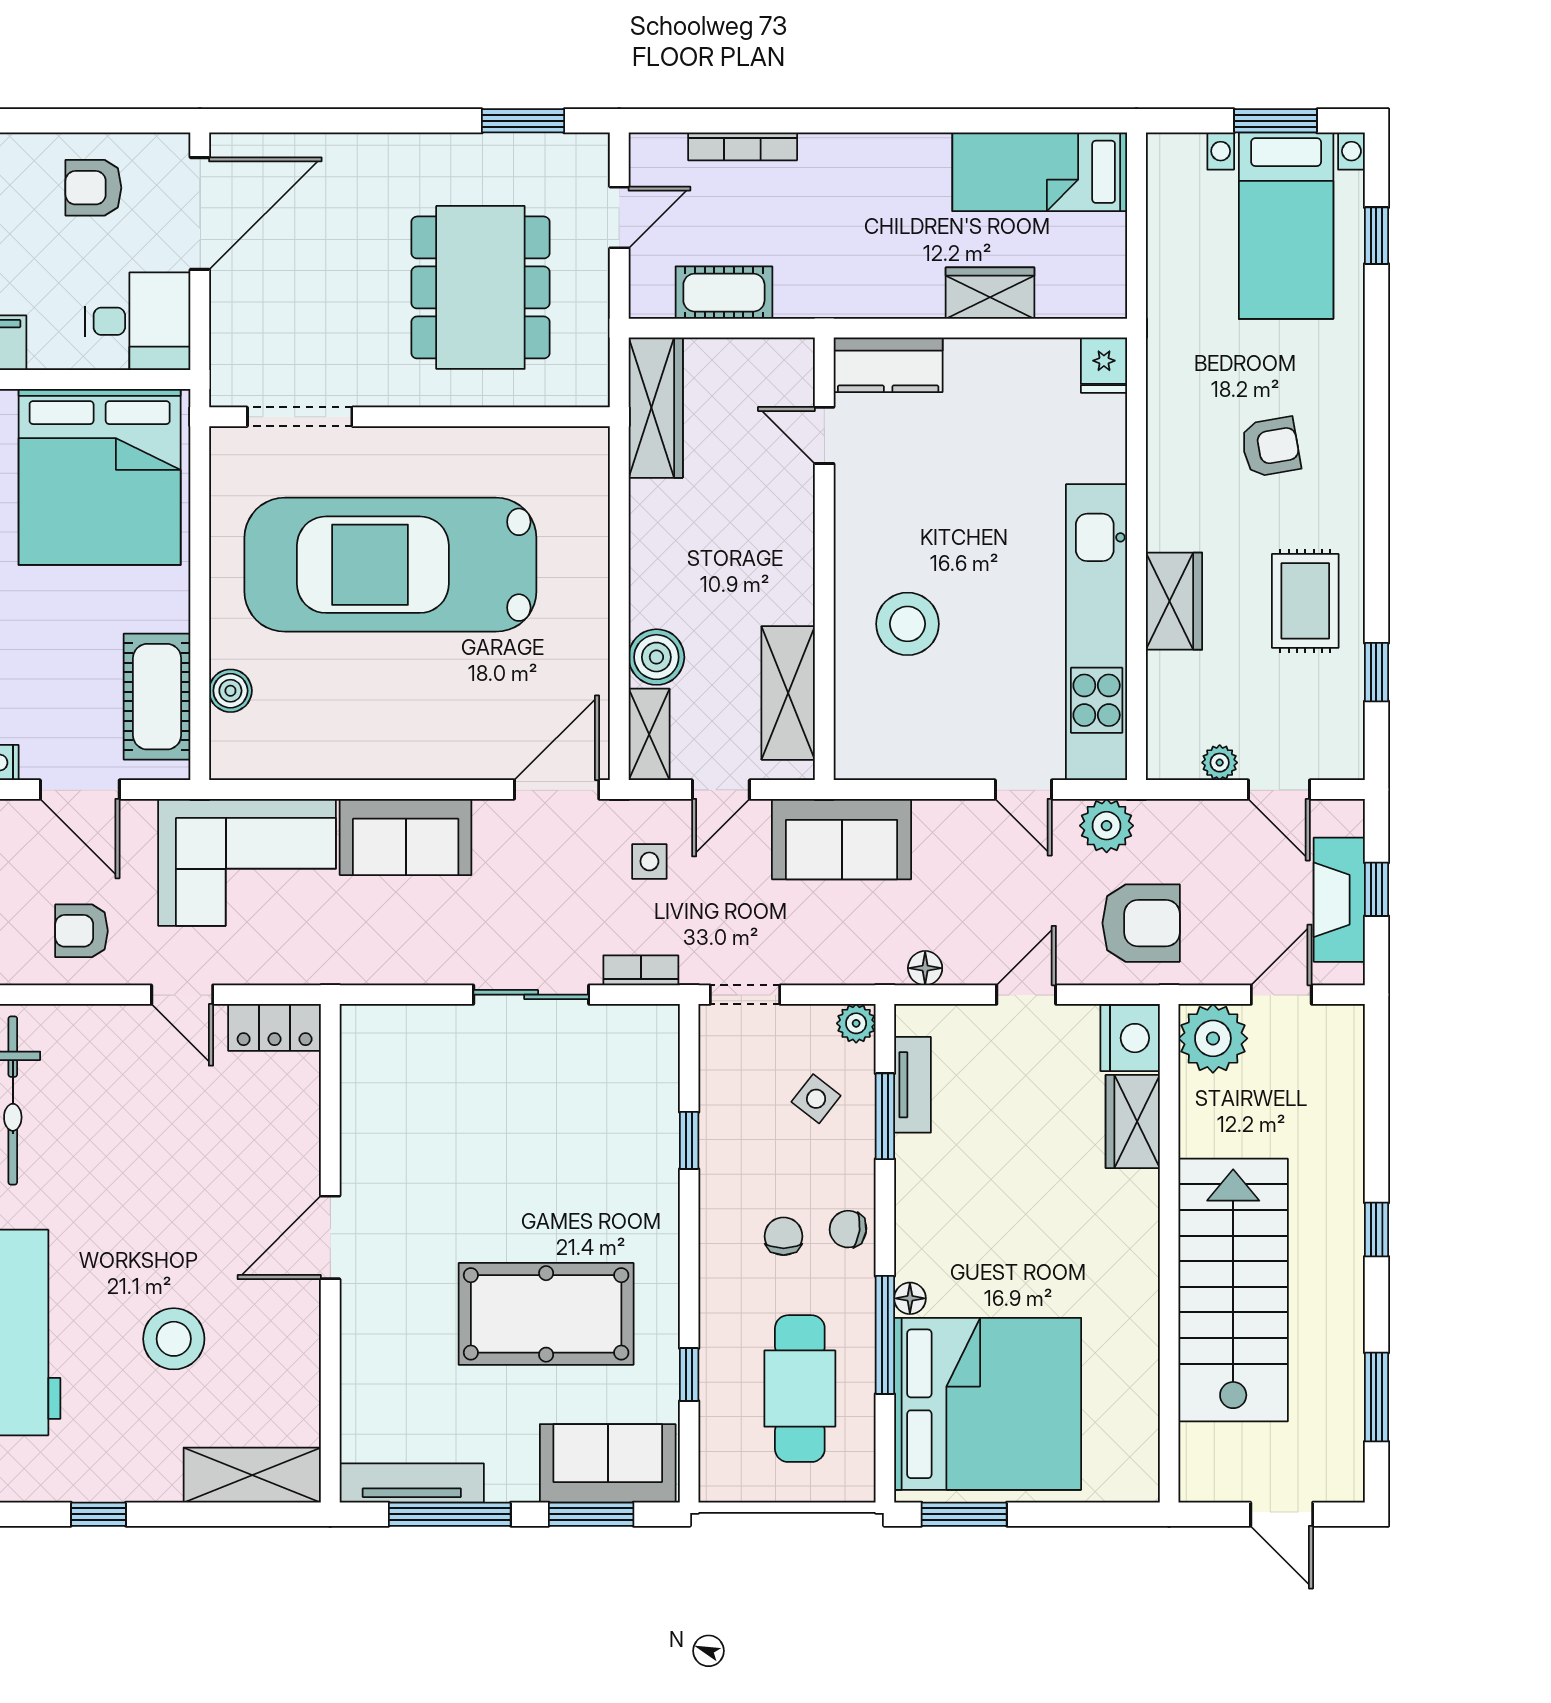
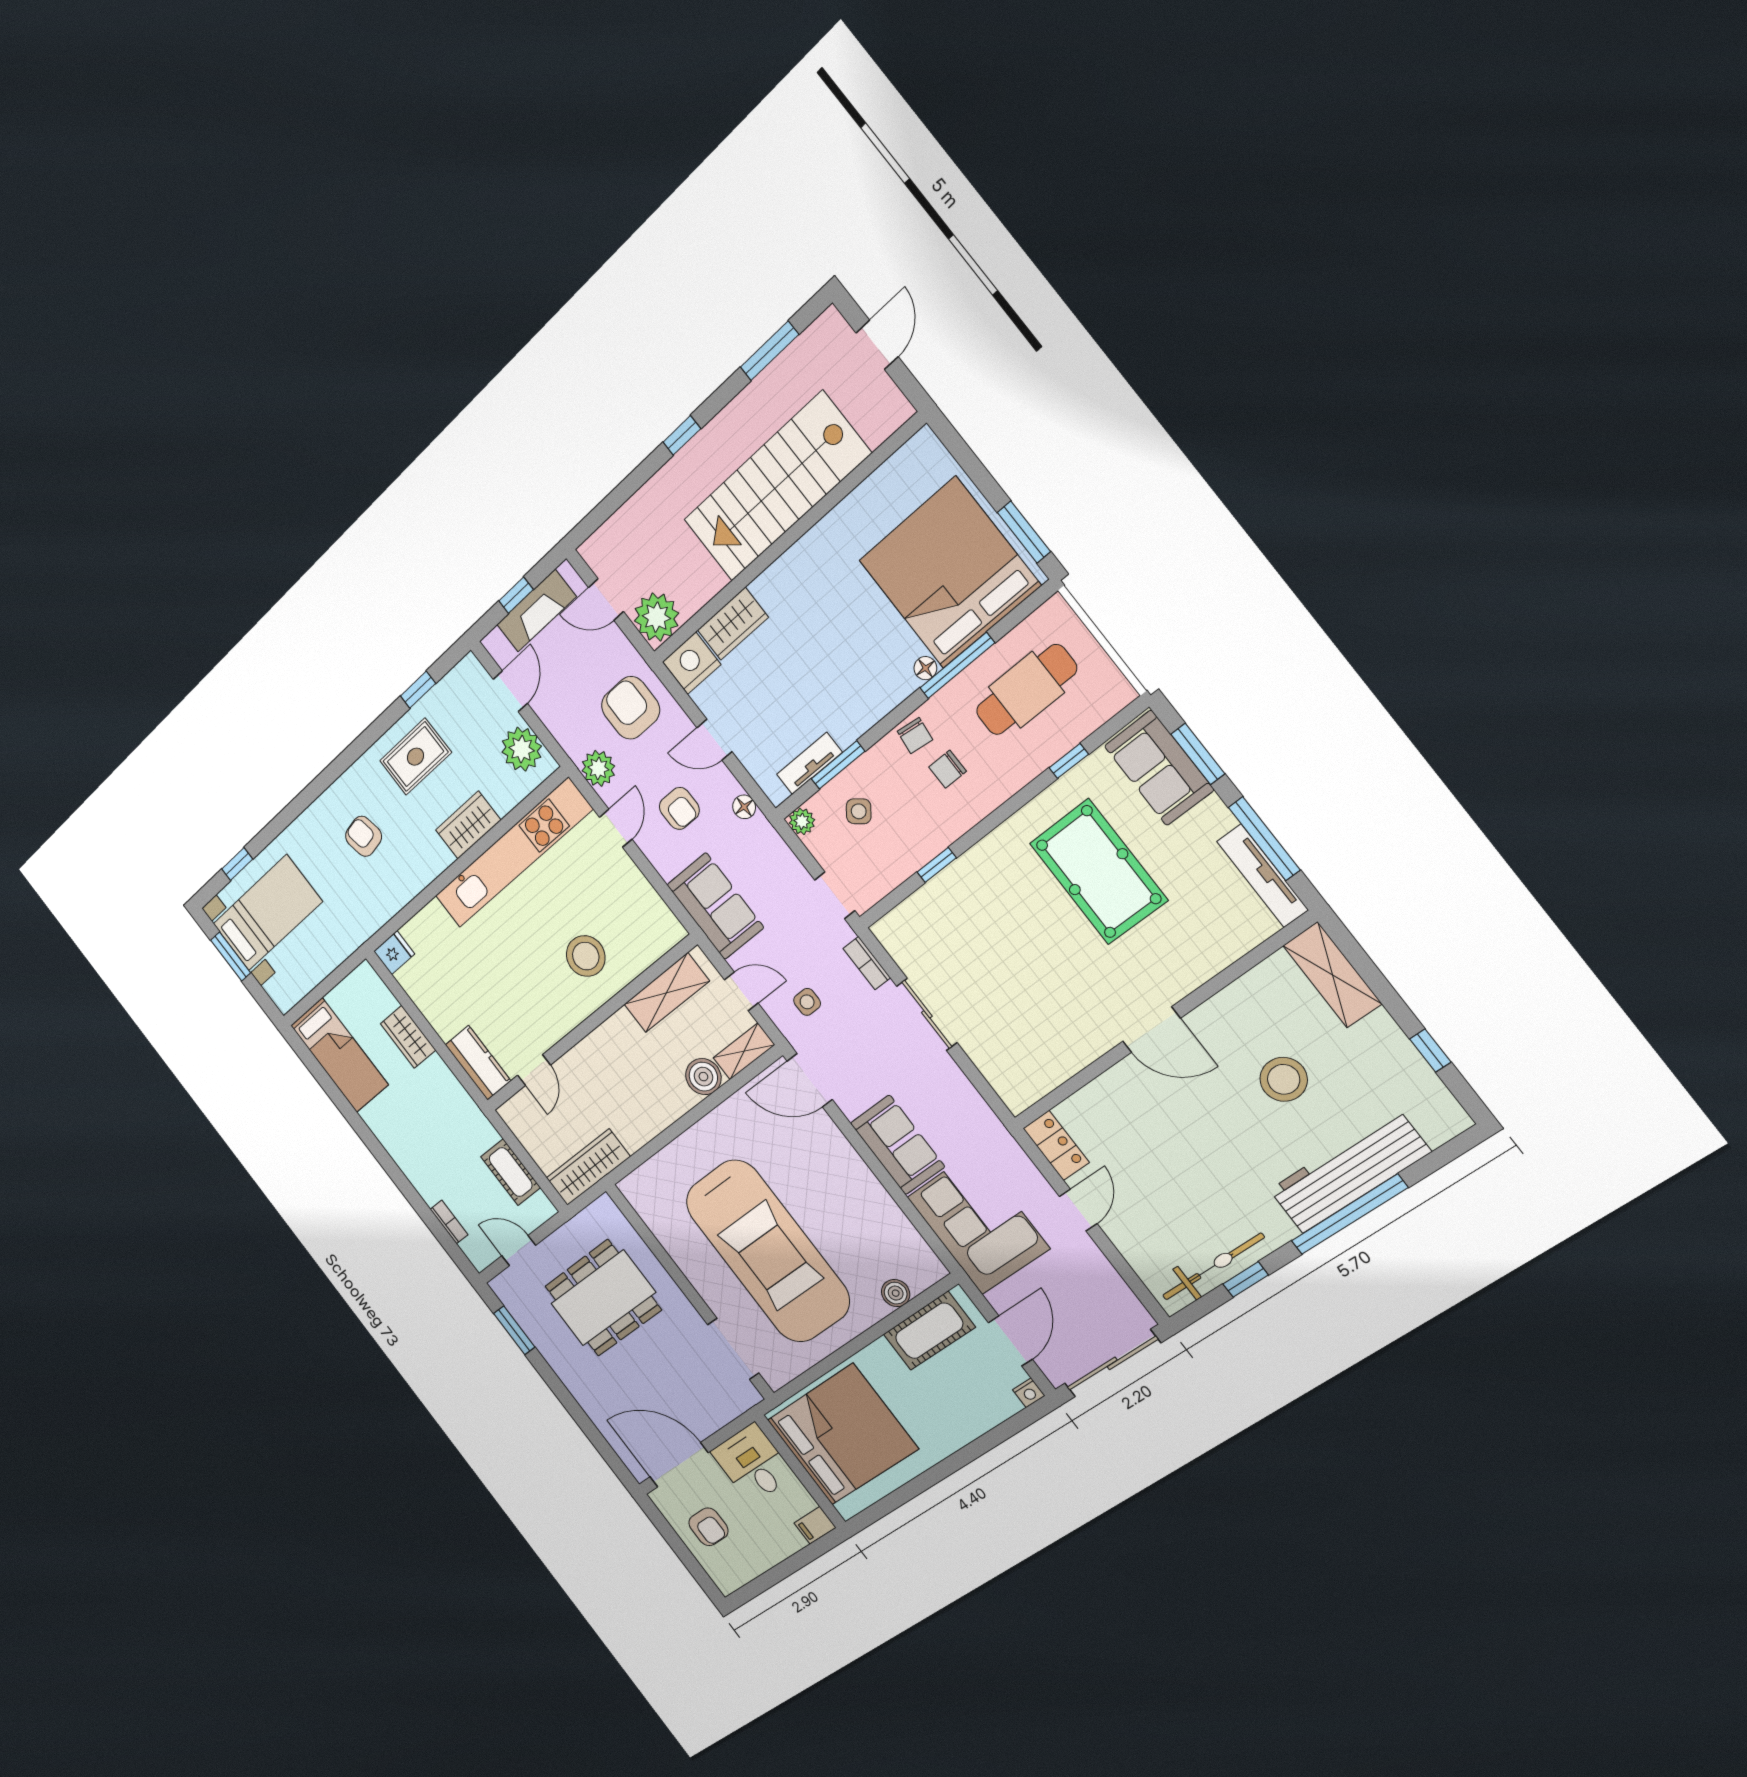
bookcase: (743, 146) -> (449, 1222), width x0.64
plant: (1220, 763) -> (522, 749), width x1.87, depth x1.87
armchair: (82, 931) -> (679, 808), moved

